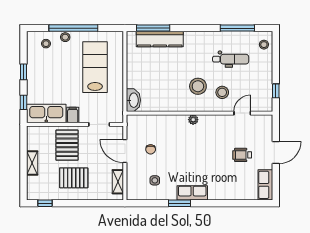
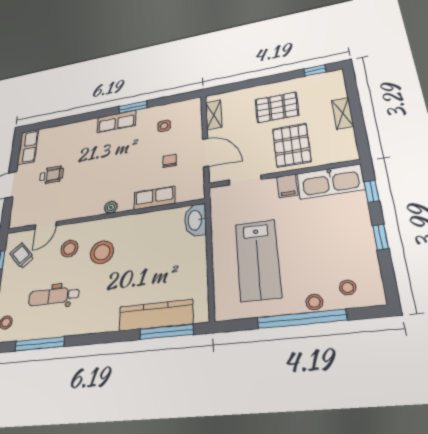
trolley: (259, 92) -> (22, 256), added
row of seats: (162, 122) -> (154, 198), added

